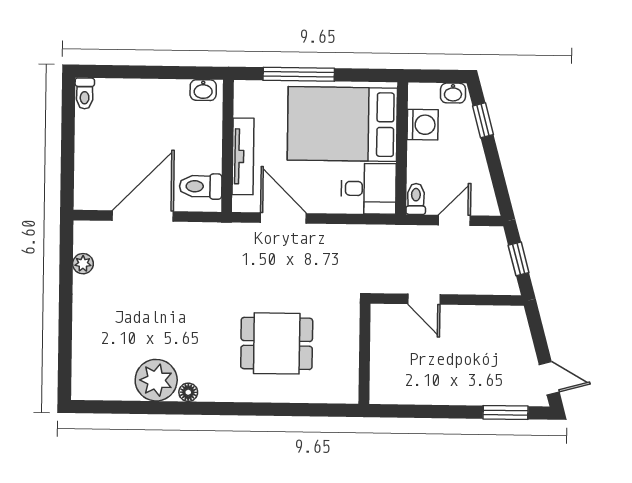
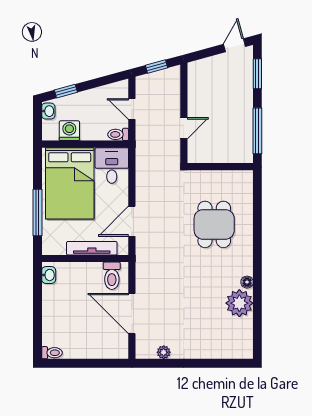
window: (418, 411) -> (257, 131), added

